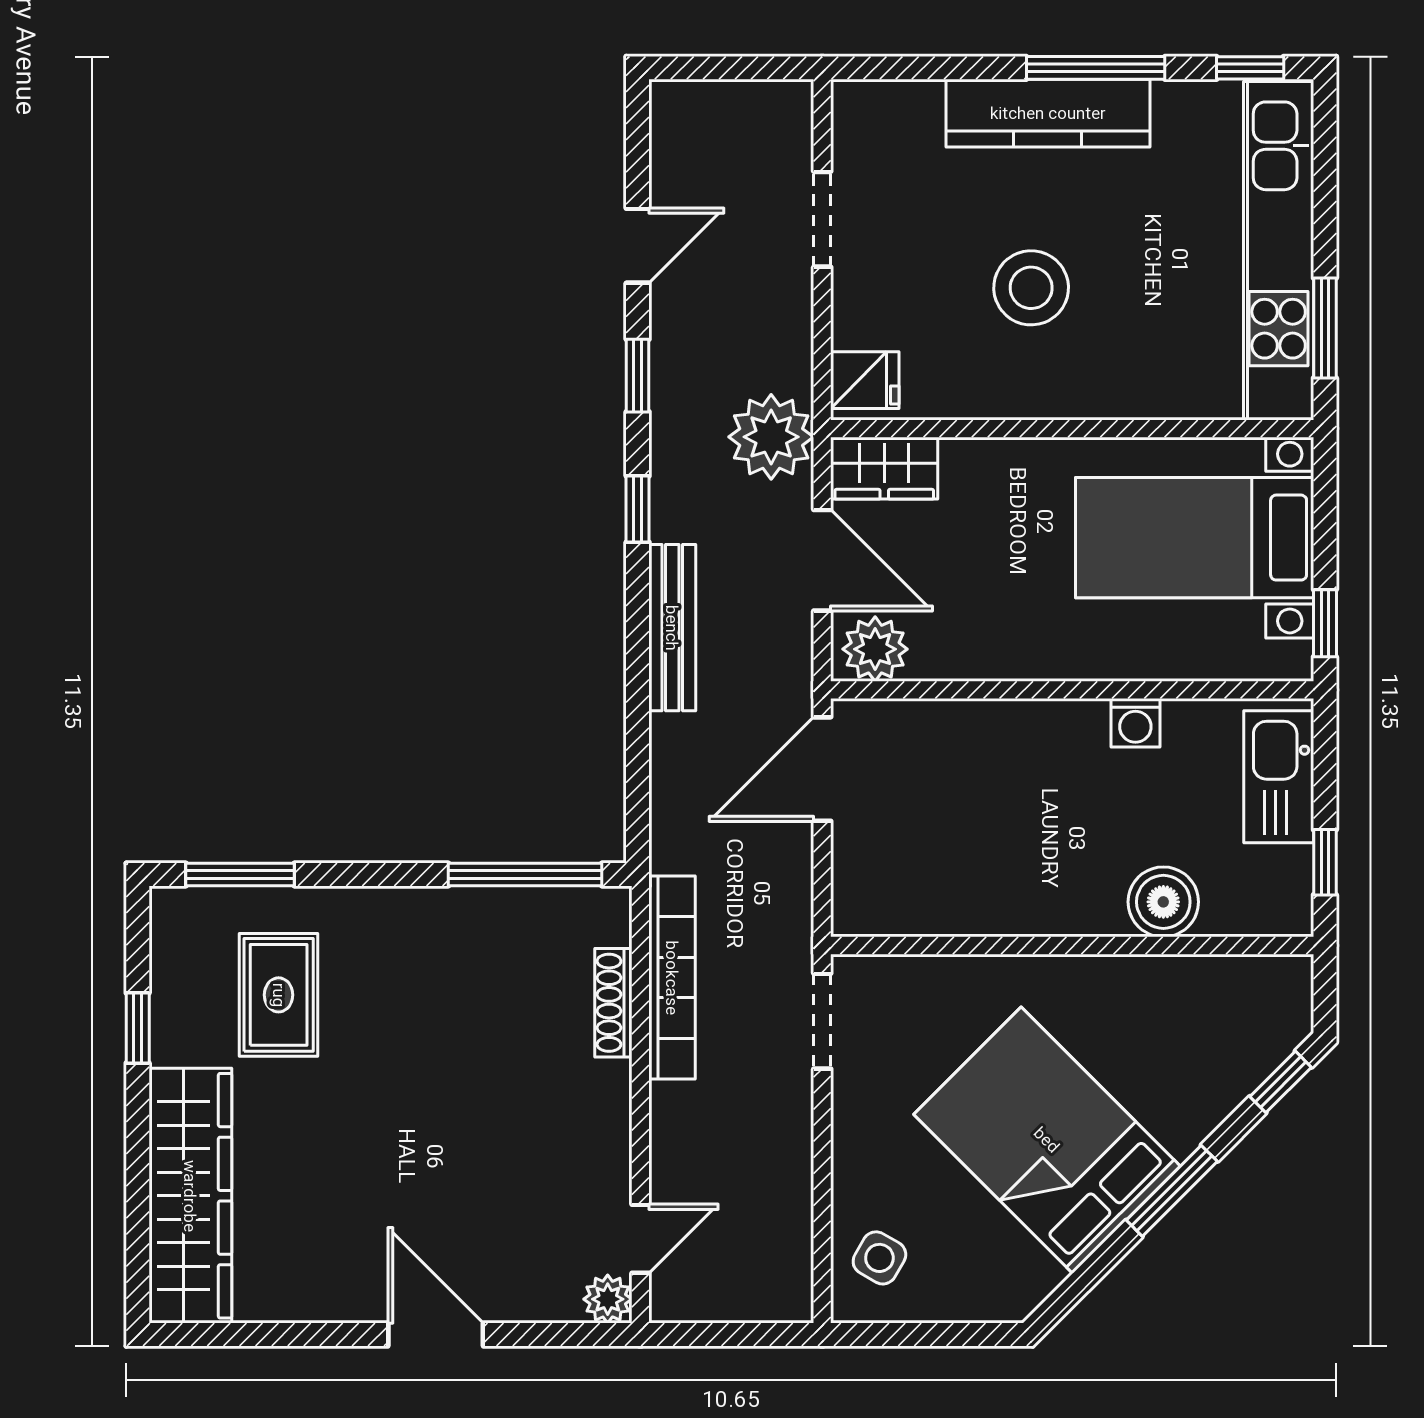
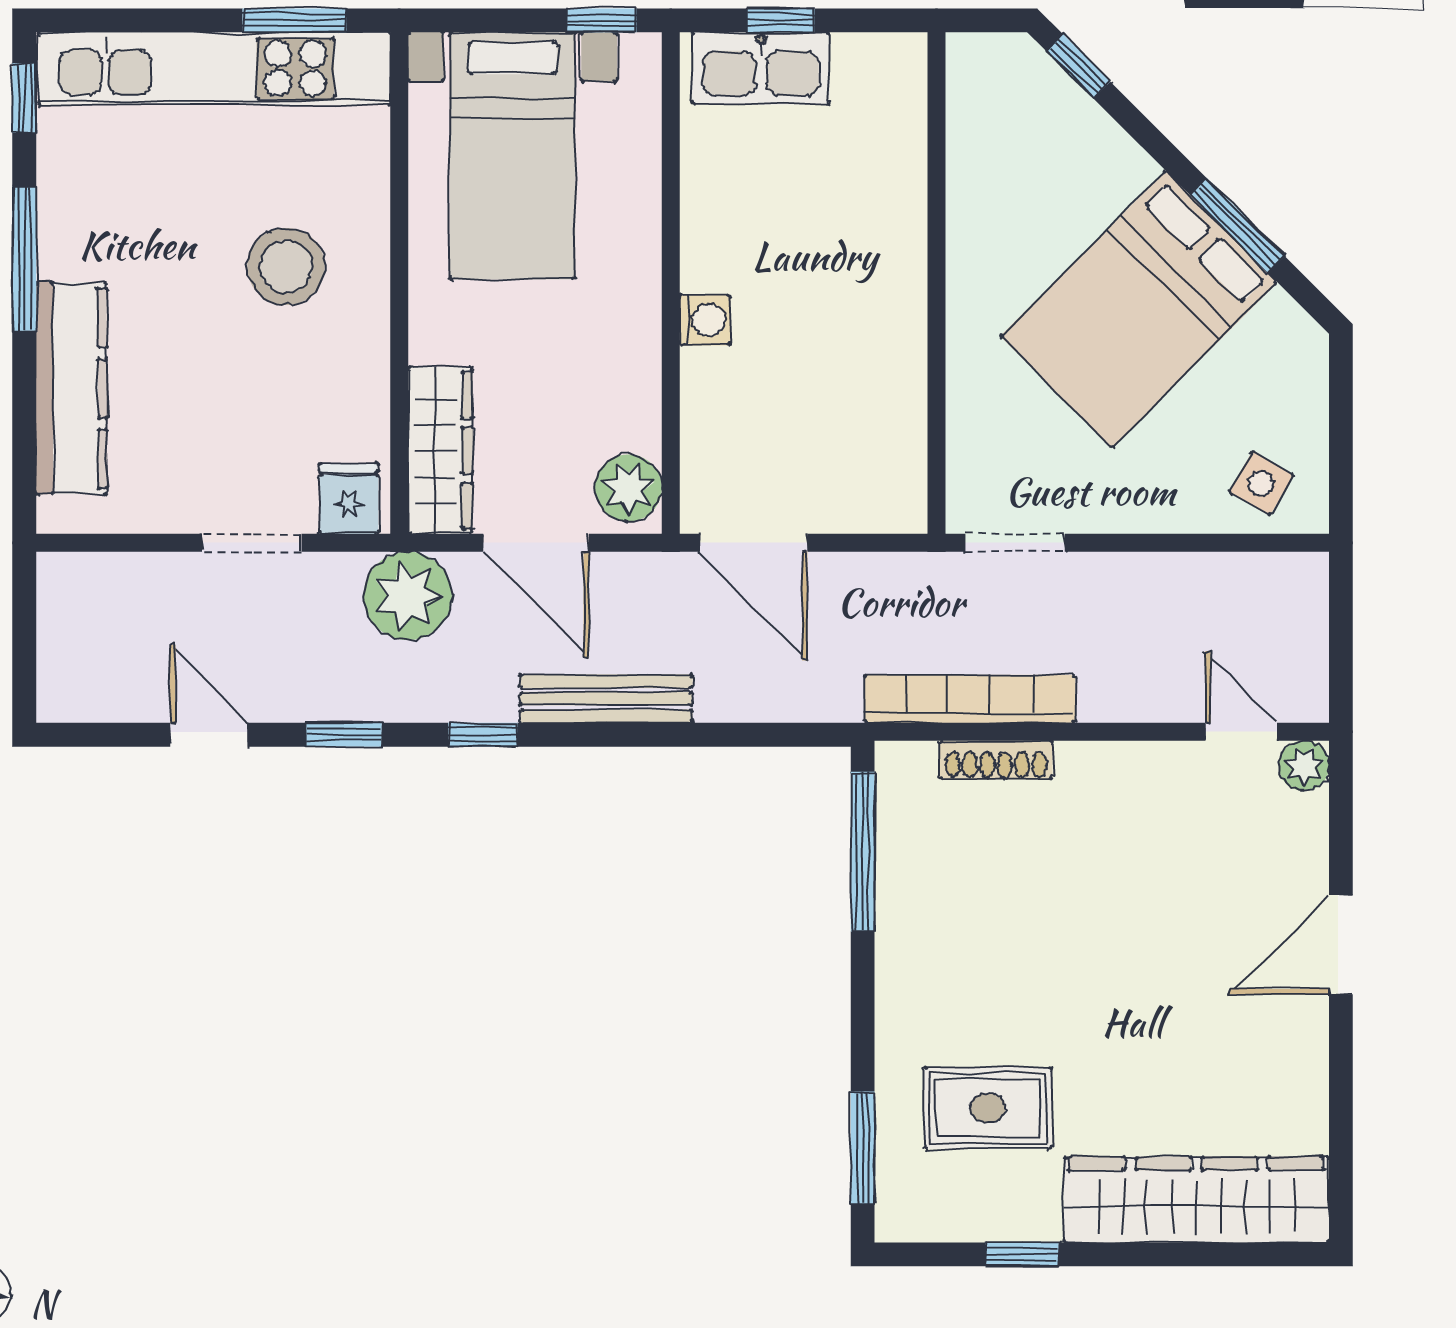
kitchen counter: (1048, 113) -> (71, 388), moved
doorway: (822, 219) -> (252, 543), moved
stool: (1031, 288) -> (286, 266), moved
wardrobe: (884, 468) -> (440, 451), width x1.50
door: (822, 560) -> (536, 543), swing flipped
washing machine: (1135, 723) -> (705, 320), moved
window: (1325, 862) -> (781, 20), moved
boiler: (1163, 902) -> (891, 188), removed
window: (1172, 1191) -> (1237, 225), moved

